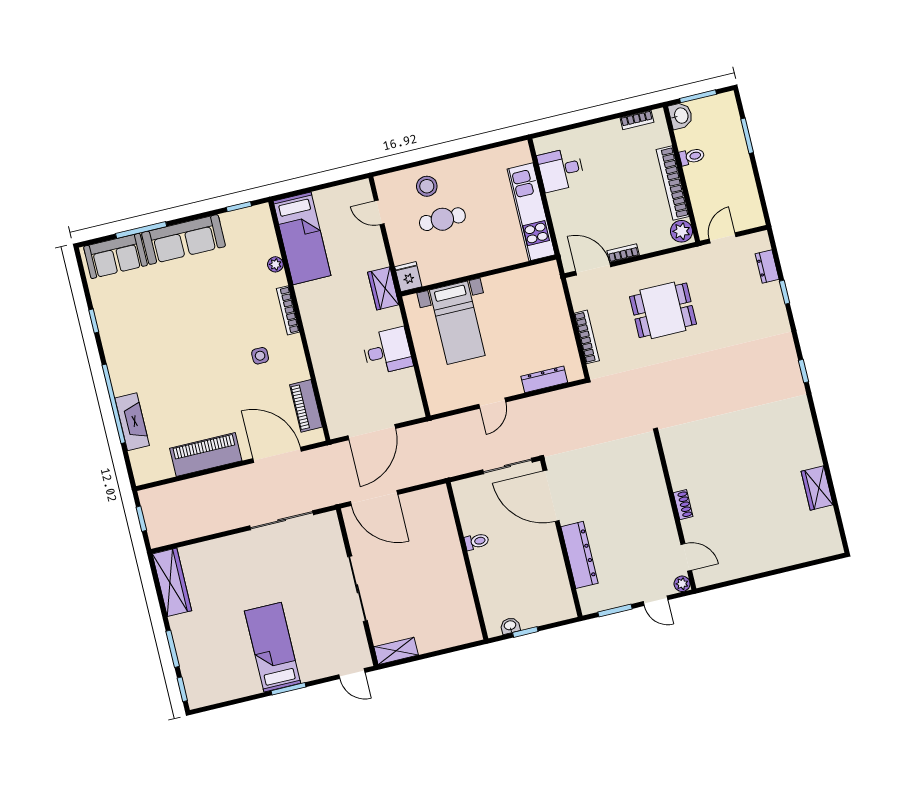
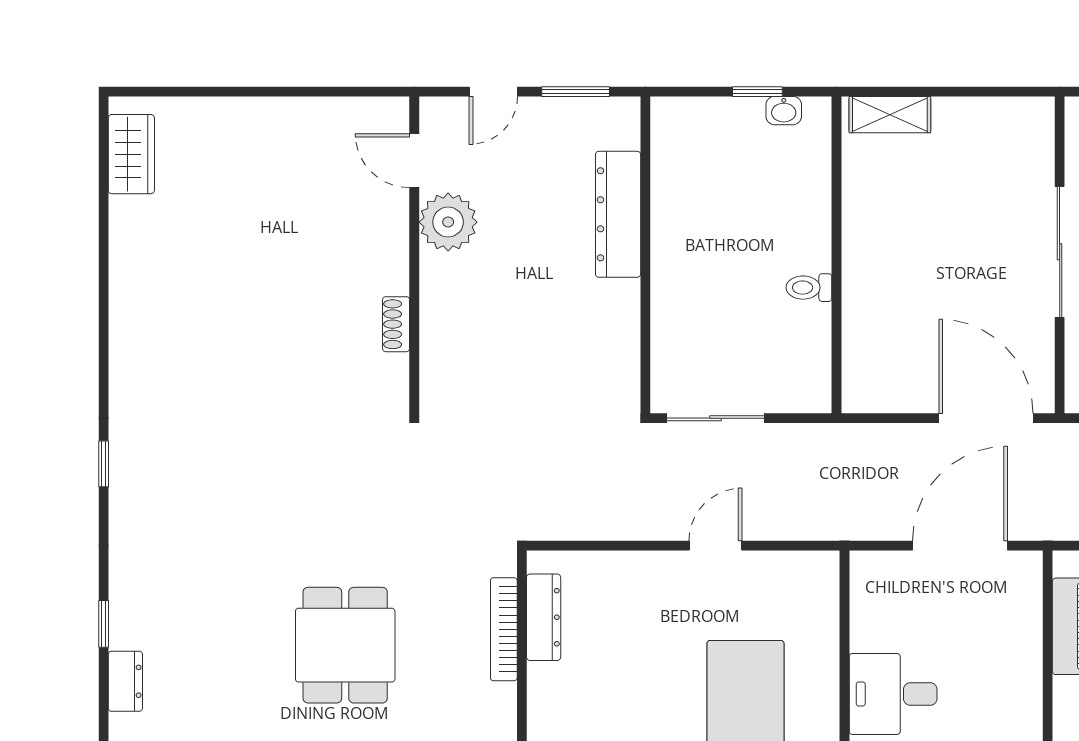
dining table: (663, 310) -> (345, 645), turned 90
dresser: (544, 379) -> (544, 617), moved, turned -90
wardrobe: (817, 488) -> (131, 154), moved
door: (551, 496) -> (645, 341), removed
shoe rack: (683, 505) -> (396, 324), moved
plant: (682, 584) -> (448, 222), moved, width x1.87, depth x1.87
door: (655, 601) -> (493, 92), swing flipped
shelving: (396, 651) -> (890, 115), moved

